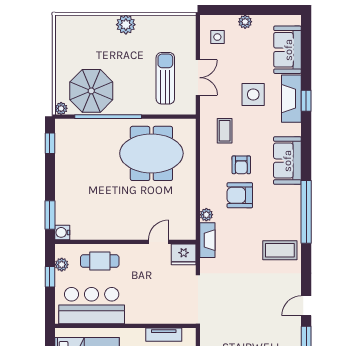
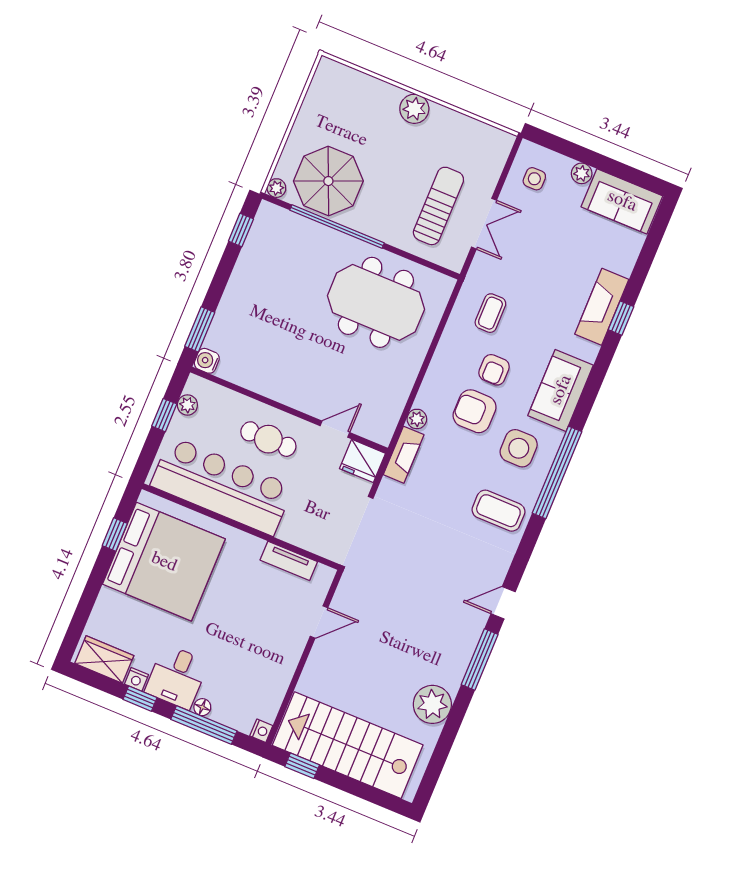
sofa: (288, 50) -> (622, 201), moved, turned -90
side table: (253, 95) -> (519, 448), moved
cafe table: (100, 261) -> (268, 439), moved
bar counter: (92, 306) -> (222, 486), width x1.36

